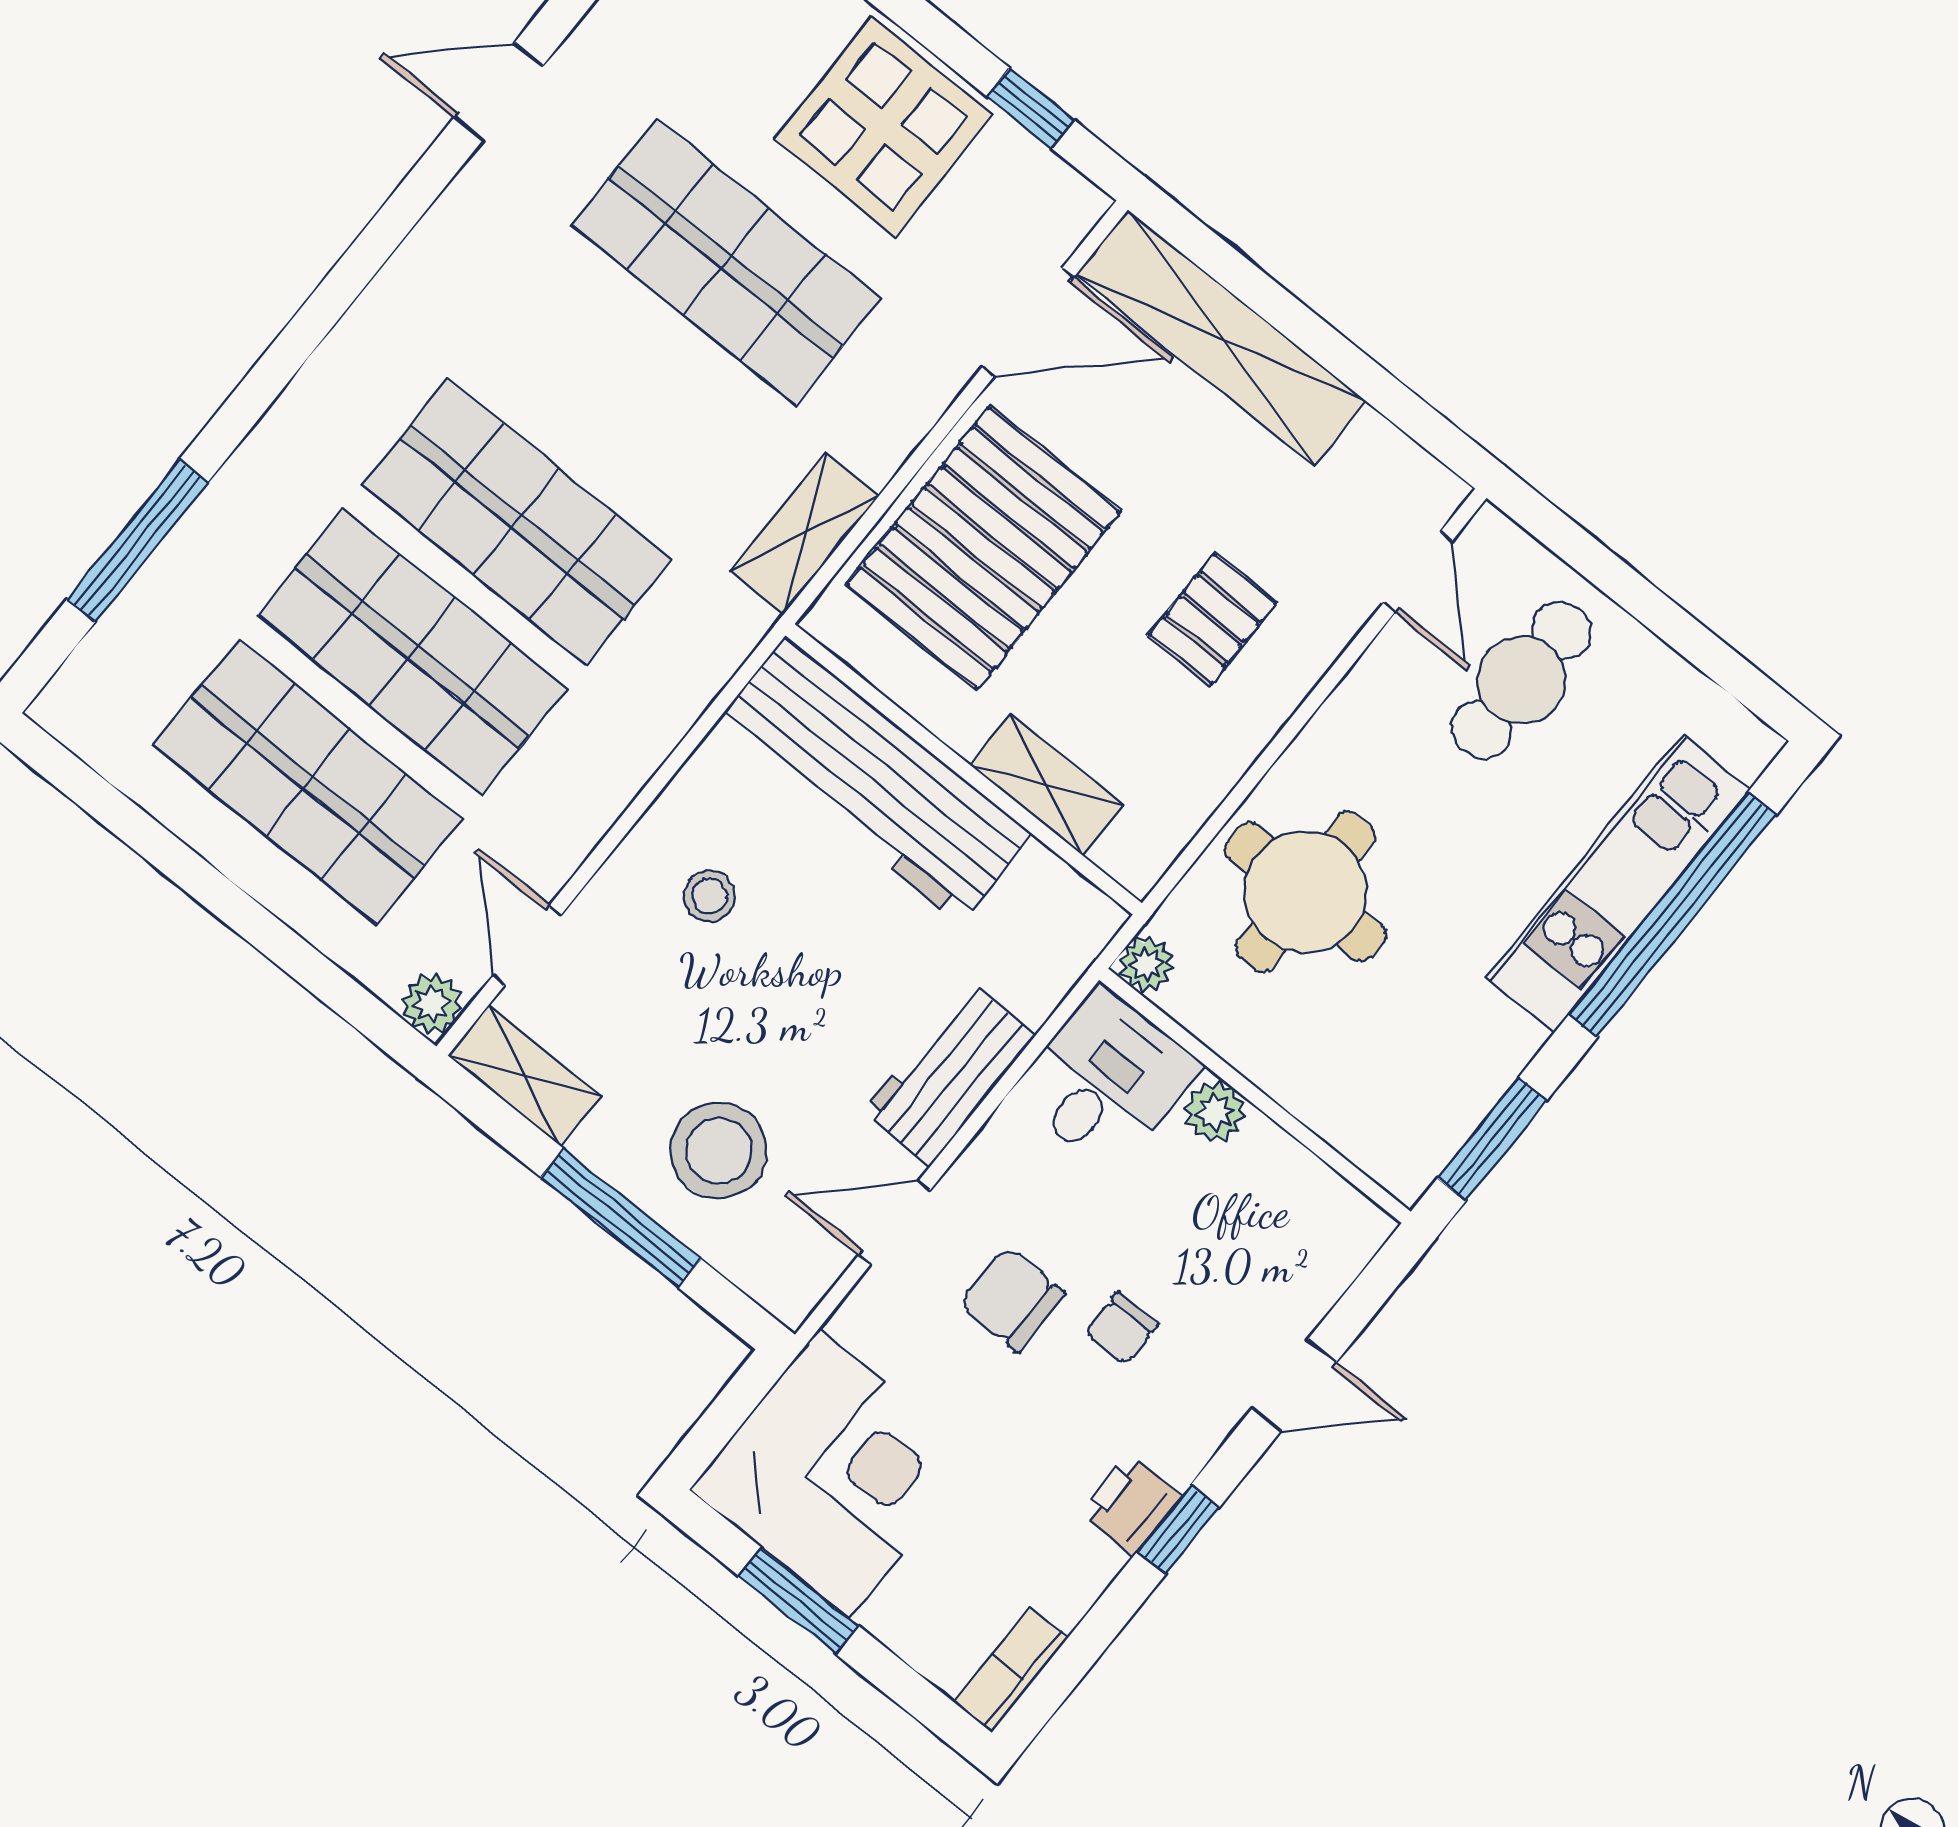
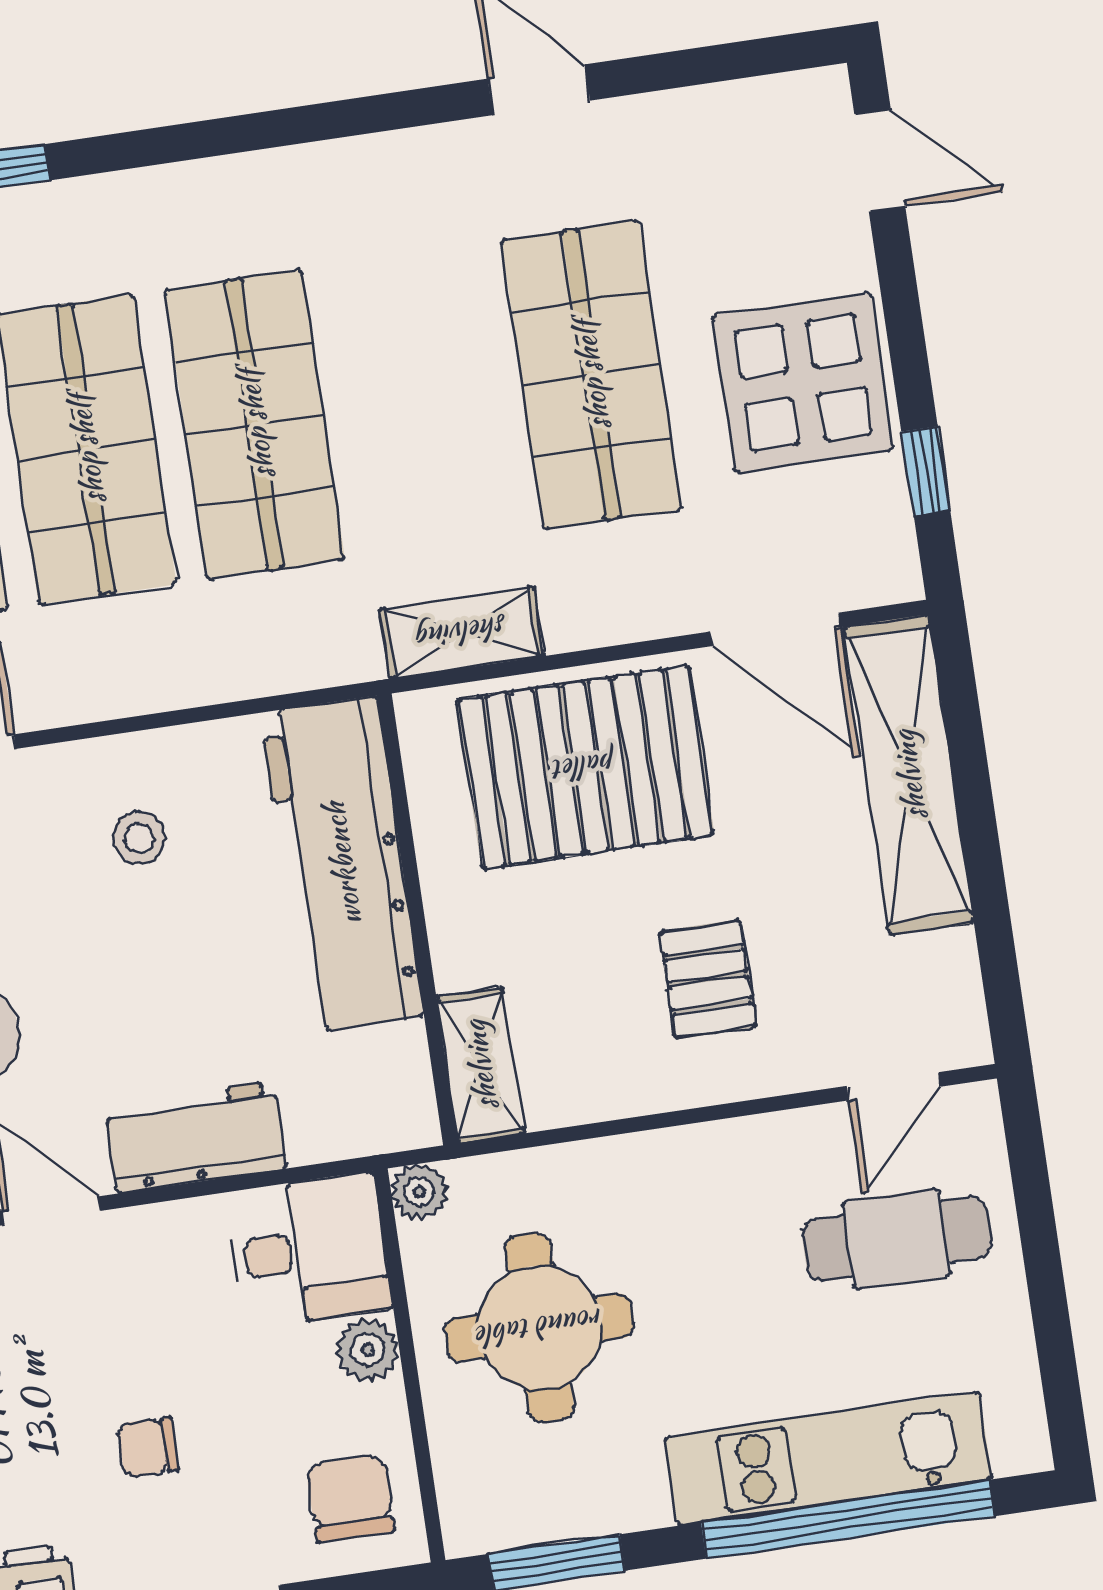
pallet: (1213, 619) -> (708, 979), turned 90
shelving: (1047, 785) -> (480, 1065), moved
round table: (1306, 892) -> (540, 1328), moved
chair: (1012, 1299) -> (350, 1498), moved

